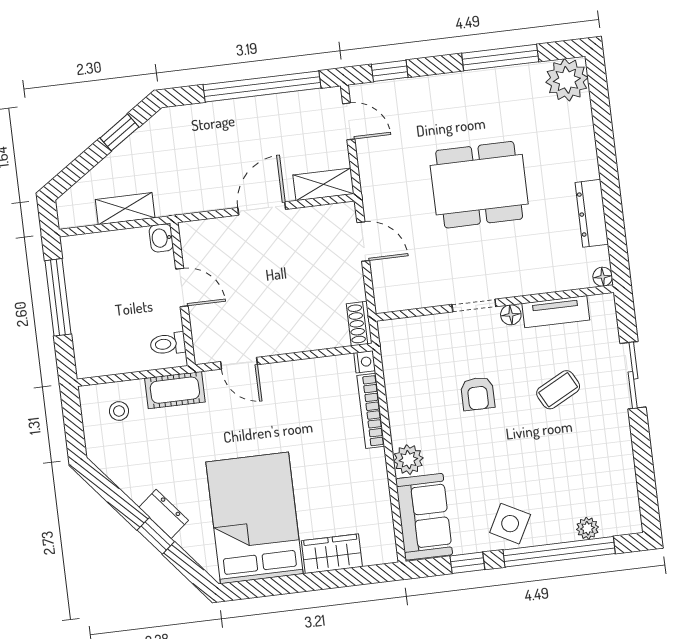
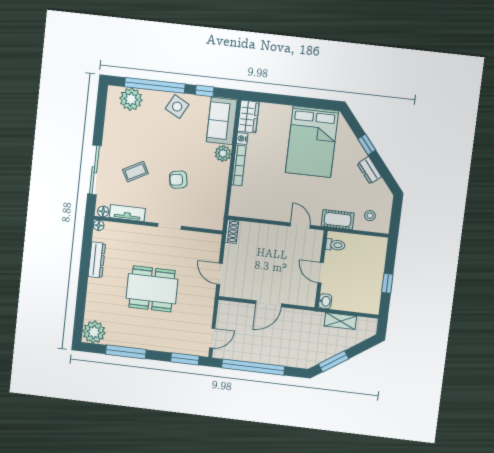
window: (390, 71) -> (185, 359), width x1.50
door: (349, 121) -> (212, 338), swing flipped
window: (119, 132) -> (334, 361), width x1.50
shelving: (323, 184) -> (233, 309), removed
window: (58, 297) -> (387, 283), width x0.46
floor lamp: (511, 315) -> (103, 211), moved
nightstand: (365, 362) -> (242, 139), moved
sliding door: (633, 375) -> (94, 170), width x1.37
armchair: (478, 394) -> (178, 180), turned -100
bookcase: (371, 411) -> (239, 165), moved
dresser: (164, 514) -> (369, 170), moved
plant: (587, 528) -> (131, 99), width x1.87, depth x1.87
wardrobe: (332, 554) -> (248, 116), moved, turned -90

